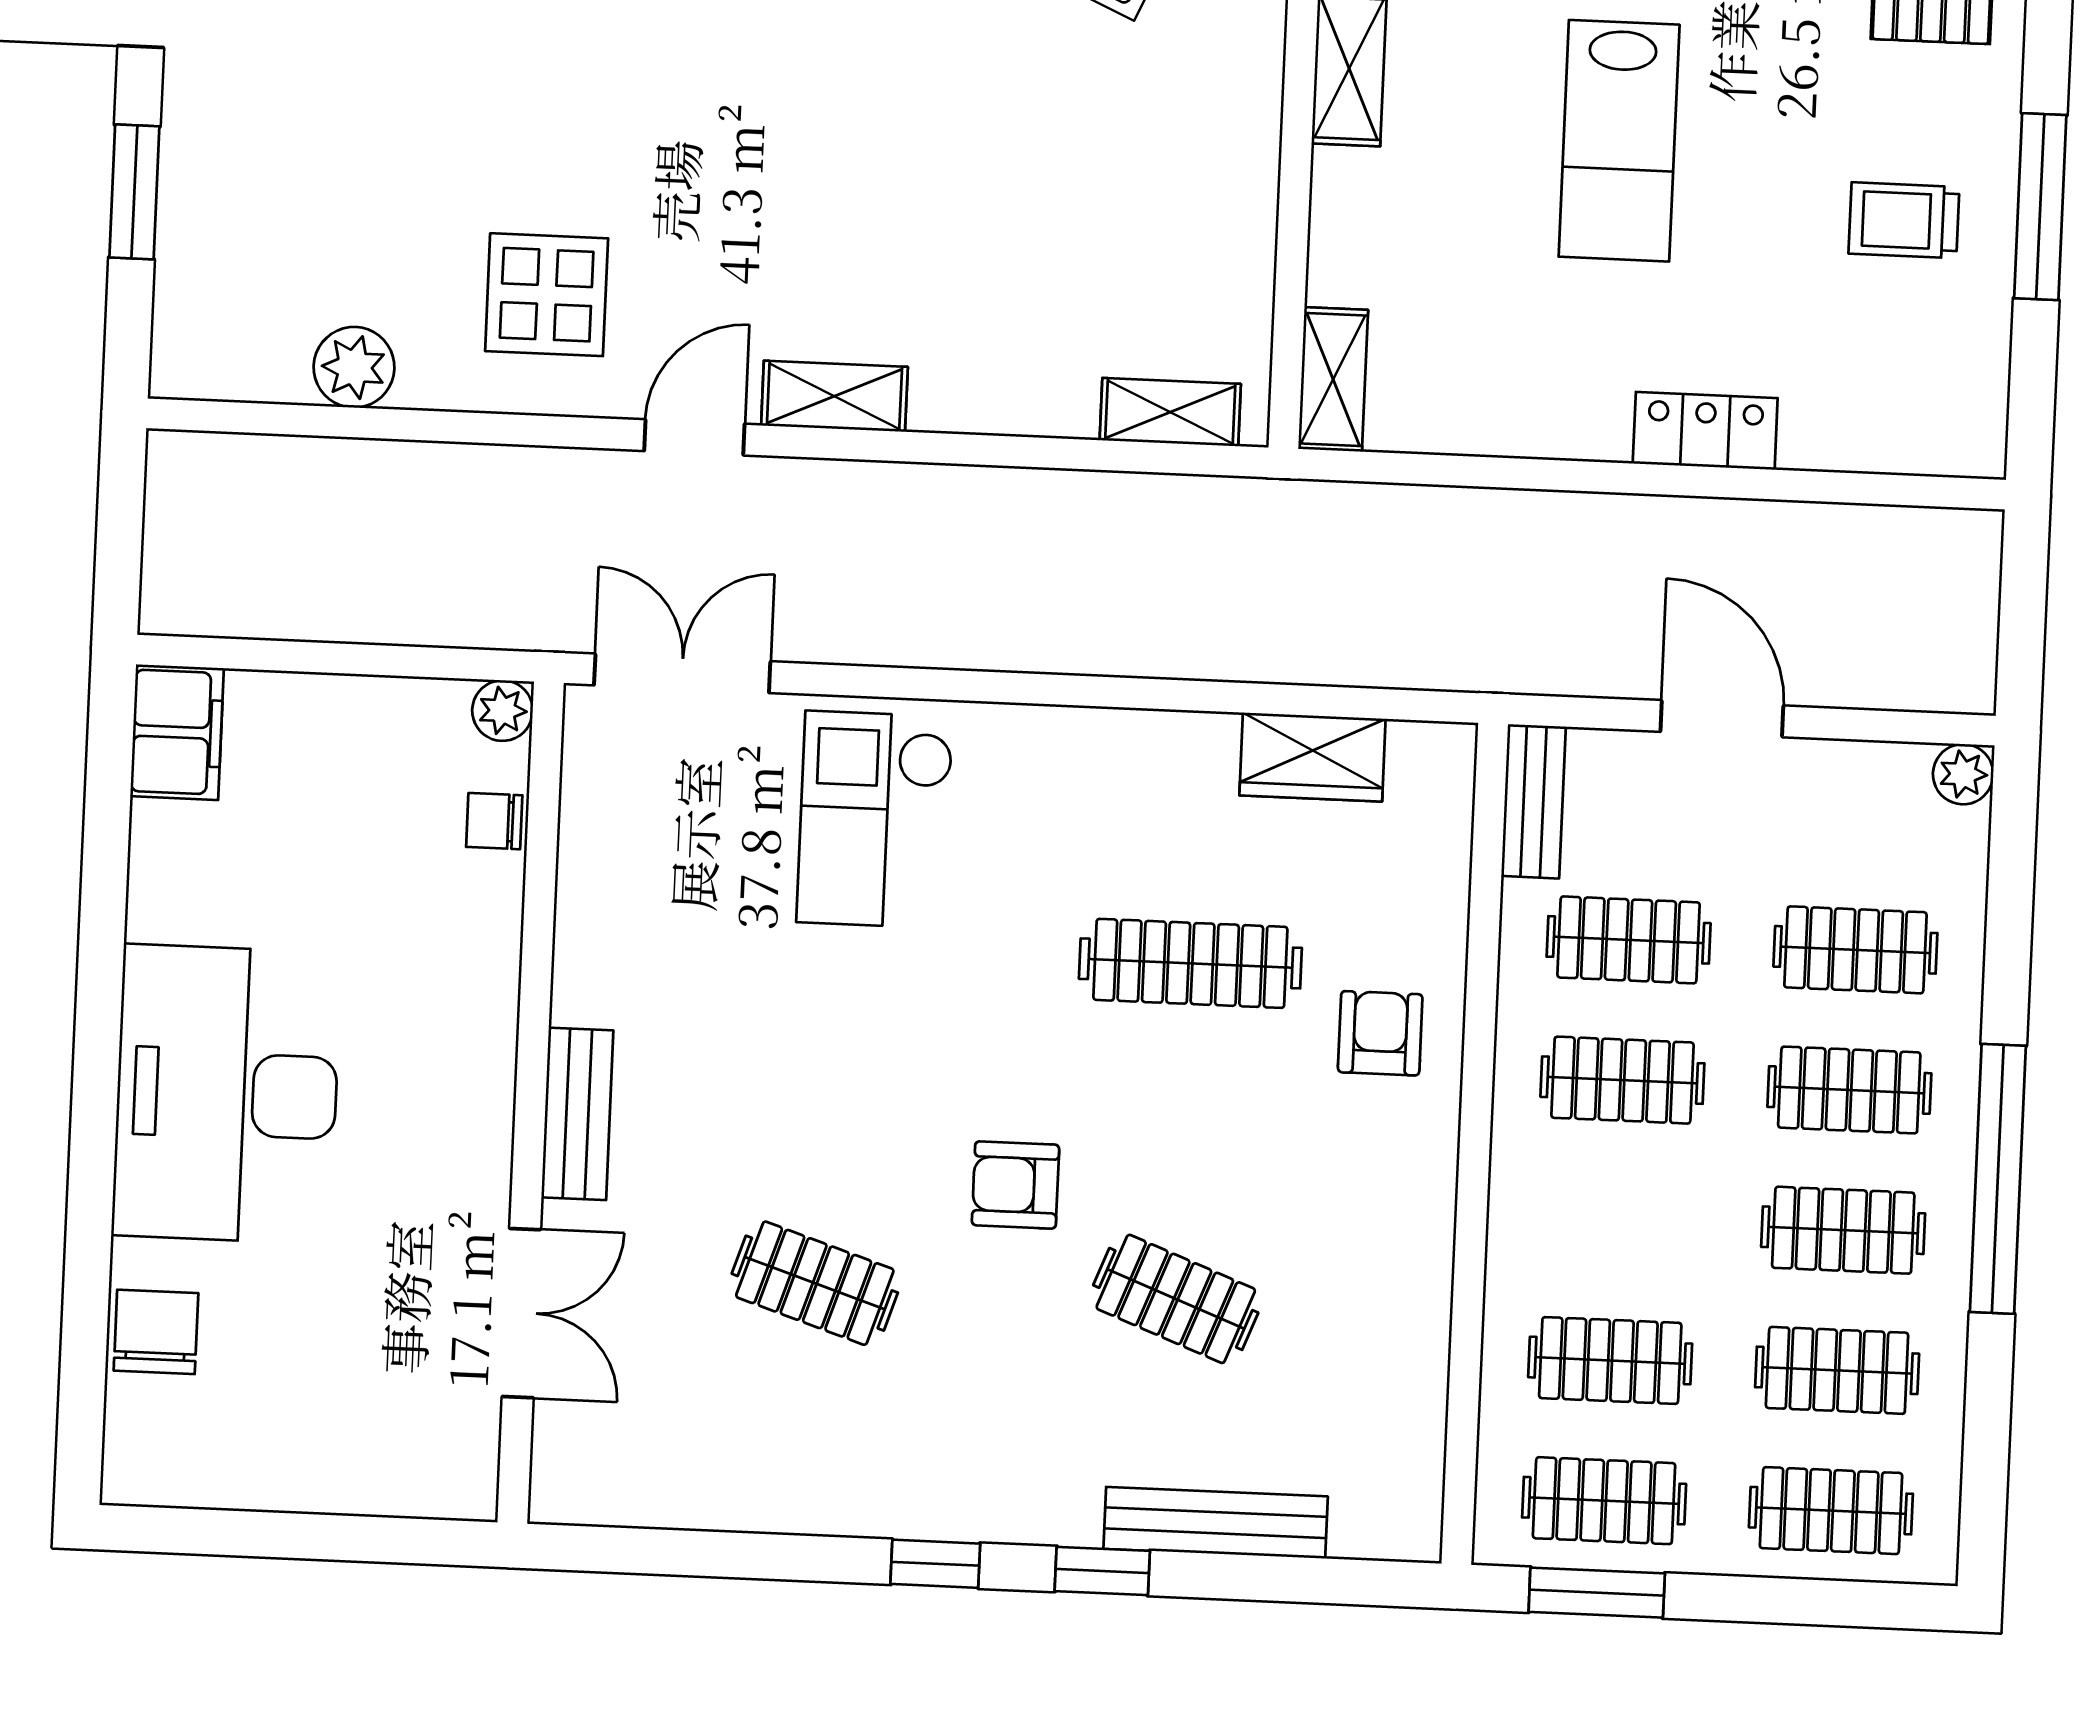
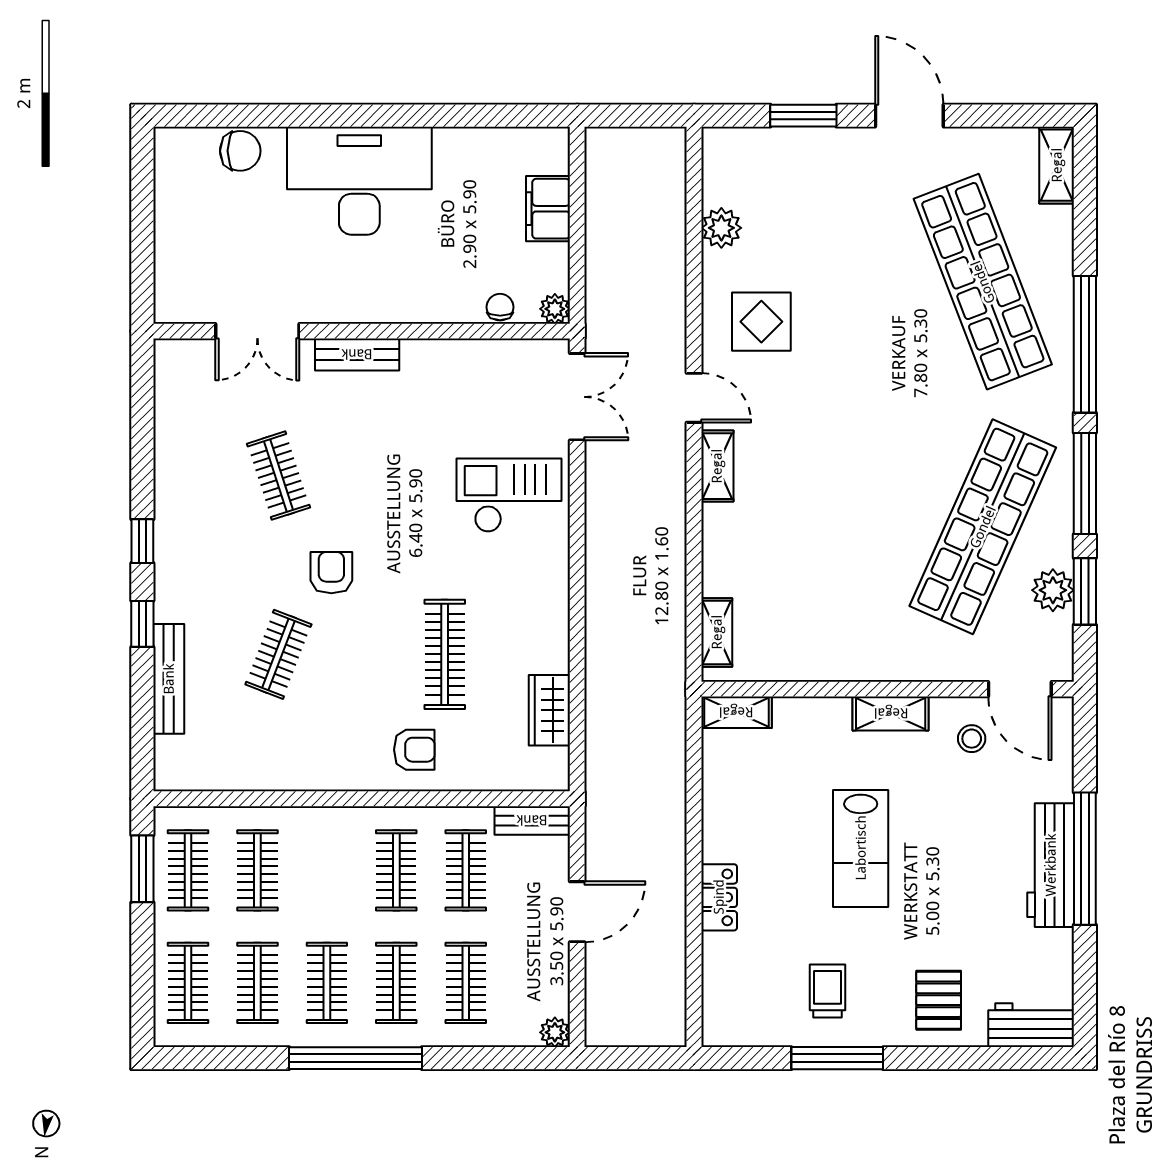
lab bench: (1619, 141) -> (861, 848), turned -90
filing cabinet: (177, 732) -> (548, 209), moved, turned 90
clothes rail: (815, 1283) -> (278, 476), turned -36

